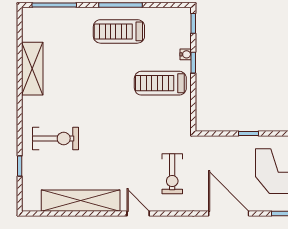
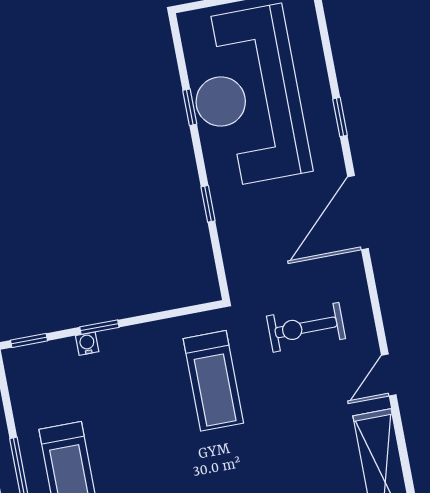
treadmill: (160, 83) -> (213, 381), moved
exercise bike: (172, 174) -> (306, 327), turned 180

